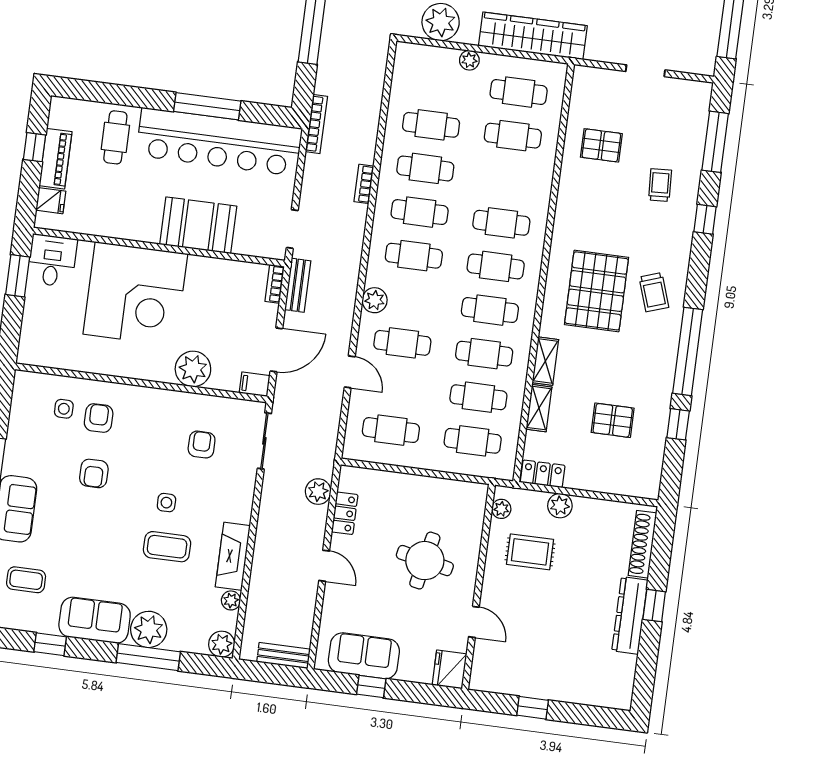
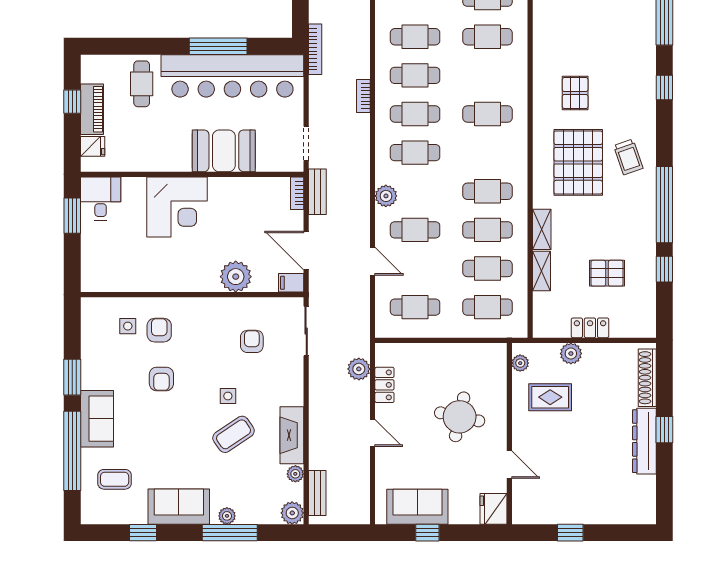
pallet: (601, 145) -> (575, 93), moved, turned 90
trolley: (660, 185) -> (621, 63), removed
cafe table: (496, 266) -> (488, 153), removed
corner desk: (135, 294) -> (177, 207), width x0.74, depth x0.74
door: (276, 350) -> (306, 250), swing flipped
locker: (543, 474) -> (590, 328), moved
coffee table: (167, 547) -> (234, 434), turned -34
plant: (149, 629) -> (227, 516), width x0.53, depth x0.53
bench: (283, 656) -> (317, 493), moved, turned 90

